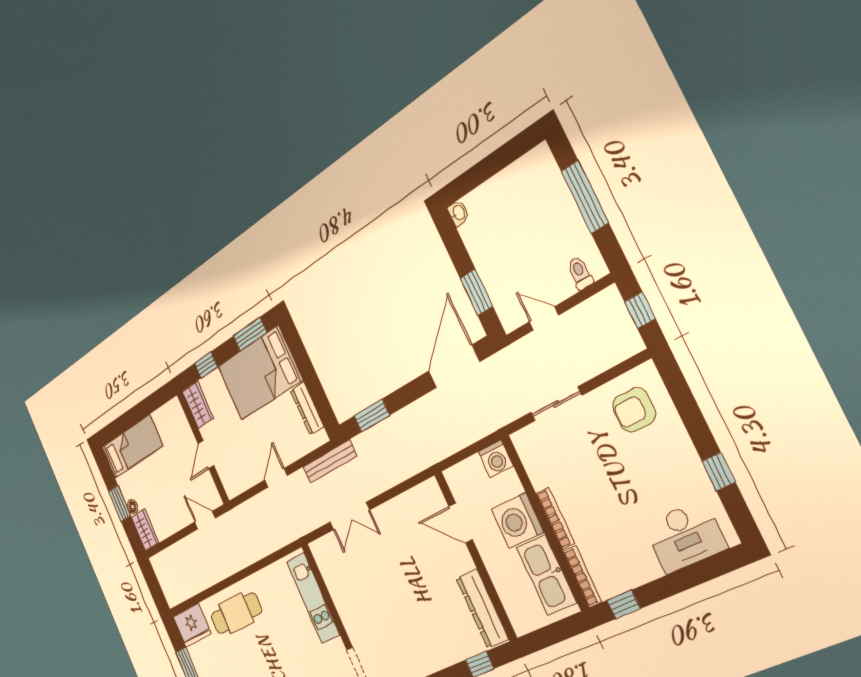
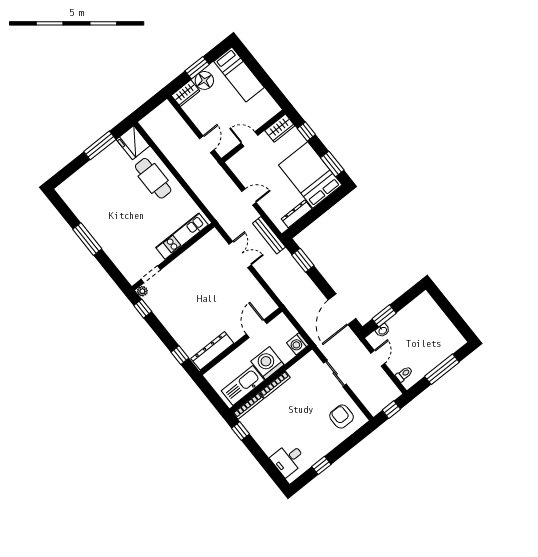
washbasin: (458, 213) -> (383, 331), moved
door: (454, 366) -> (342, 309), swing flipped
floor lamp: (132, 507) -> (204, 80), width x1.89, depth x1.89
double door: (350, 516) -> (240, 255), swing flipped
desk: (685, 536) -> (288, 459), width x0.73

